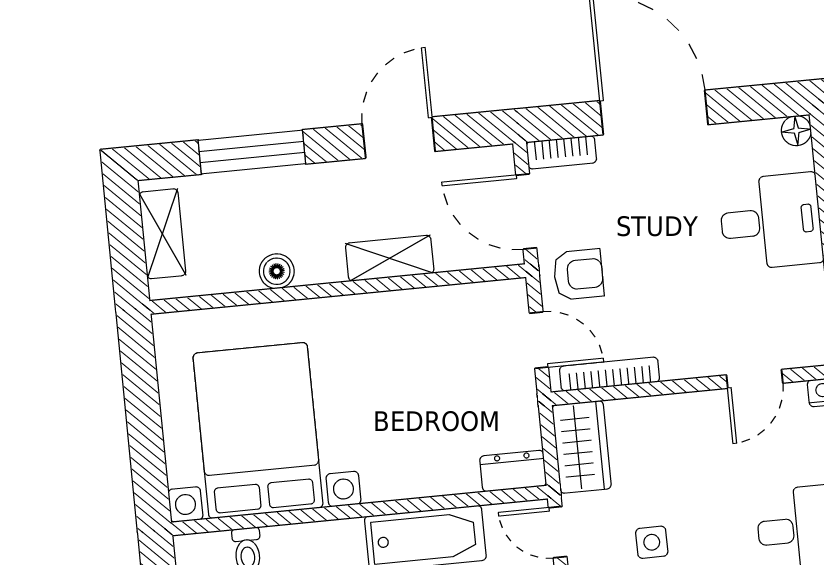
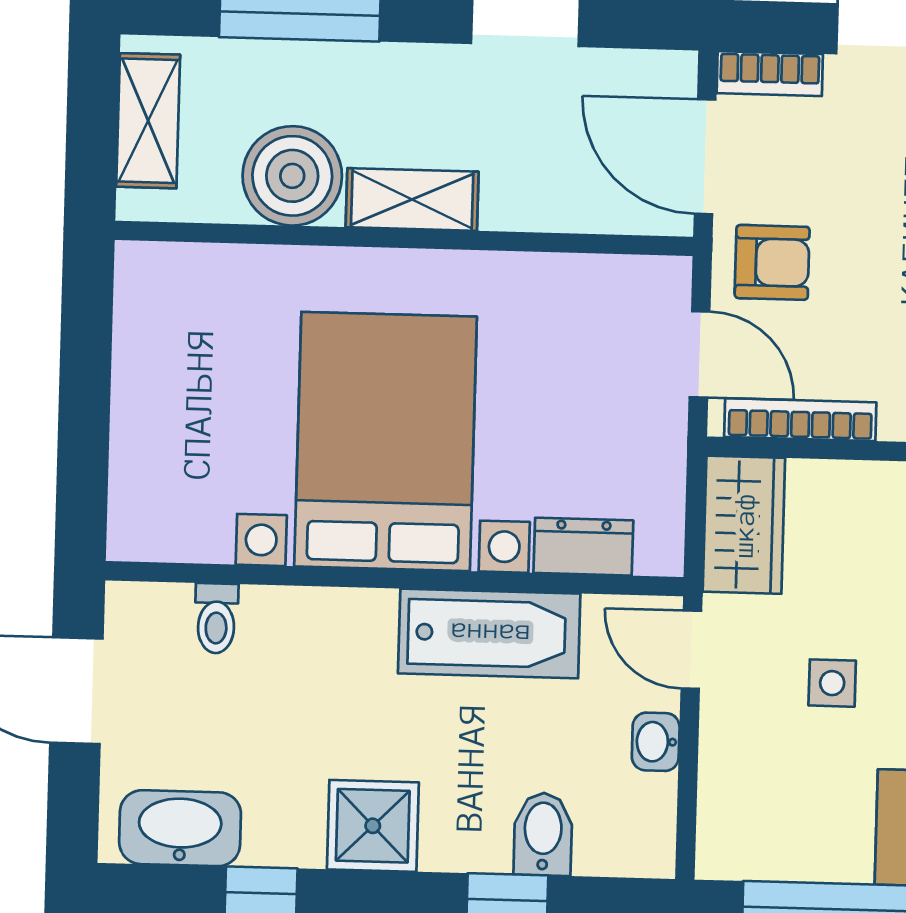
shelving: (390, 258) -> (412, 199), moved
boiler: (277, 271) -> (292, 176), width x1.86, depth x1.86
bed with nightstands: (258, 431) -> (386, 441), moved
dresser: (513, 471) -> (583, 547), moved

